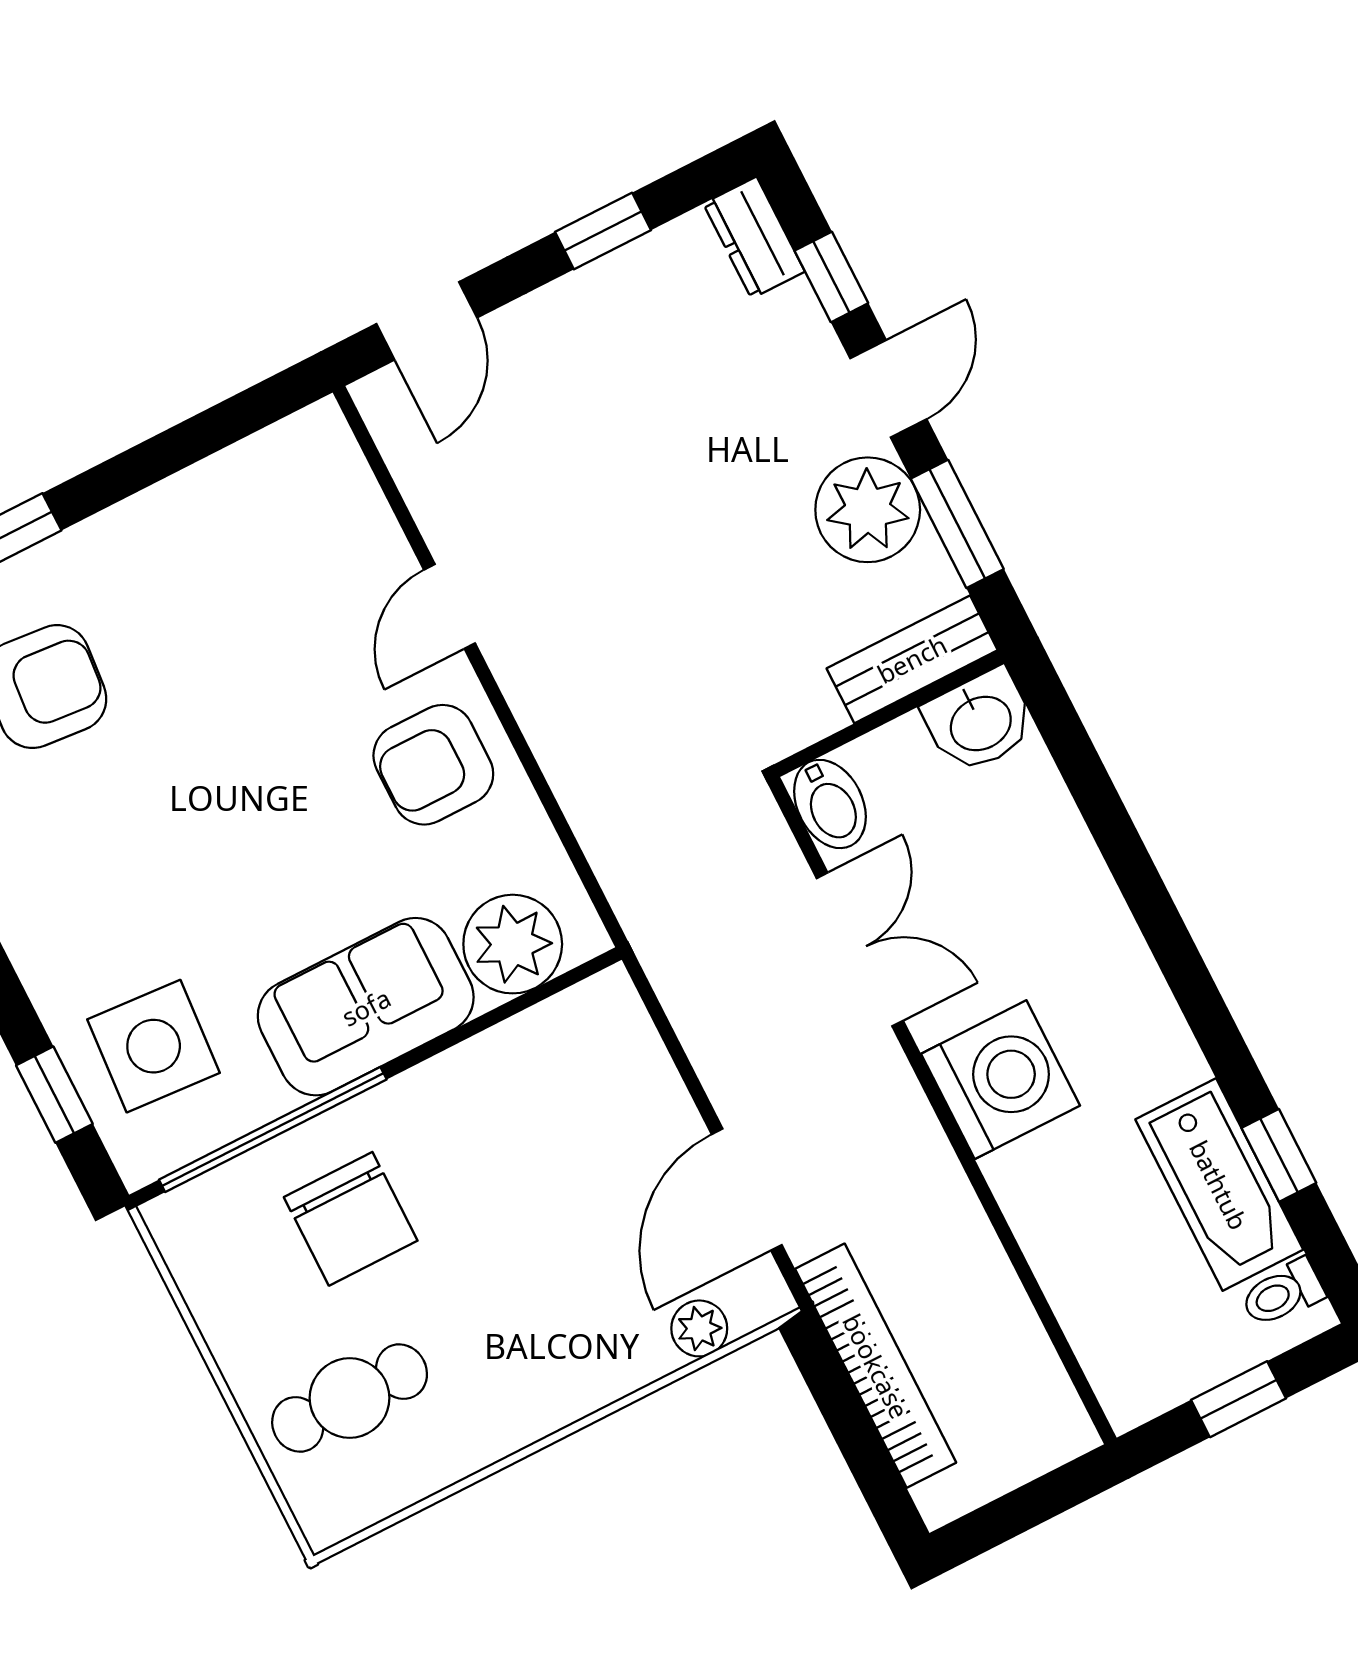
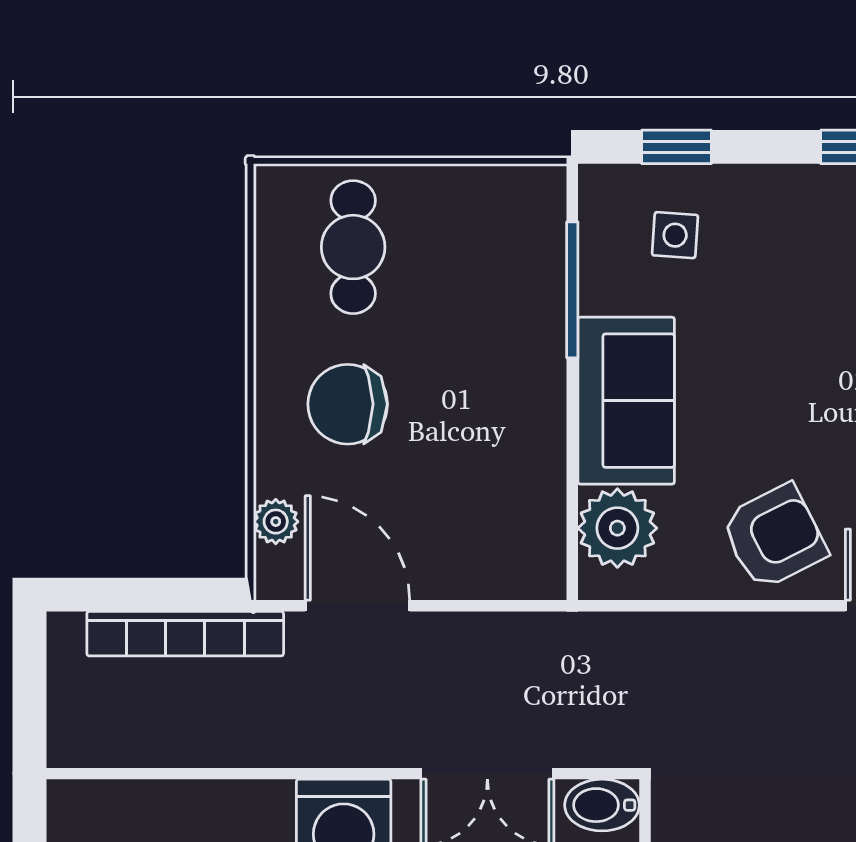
armchair: (433, 765) -> (774, 537), turned 63
side table: (154, 1046) -> (675, 235), width x0.54, depth x0.54
window: (273, 1130) -> (572, 290), width x0.68
chair: (351, 1219) -> (348, 404), moved

